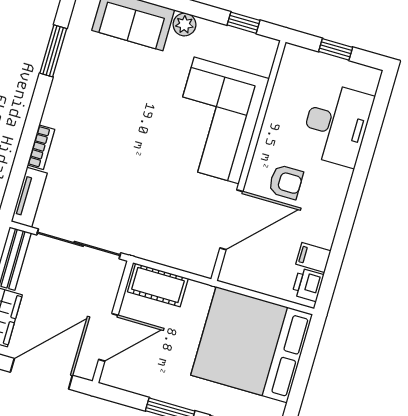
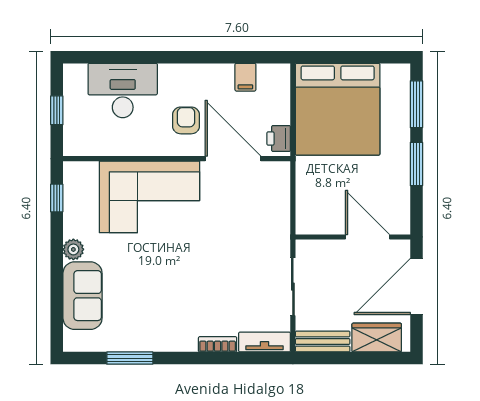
sliding door: (79, 244) -> (293, 287), width x0.73
cot: (158, 285) -> (309, 207), removed
printer: (308, 285) -> (279, 139), moved, turned 90
door: (41, 374) -> (416, 287), hinge flipped

